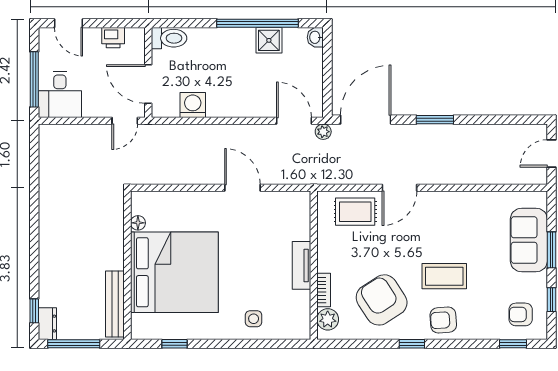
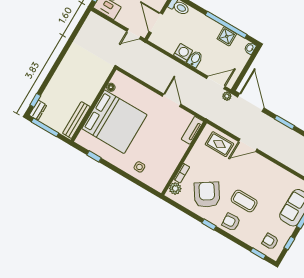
bidet: (241, 104) -> (195, 59), added
washing machine: (193, 105) -> (183, 53), moved
door: (366, 120) -> (251, 103), hinge flipped
door: (294, 121) -> (216, 82), hinge flipped
tv unit: (301, 265) -> (192, 130), moved

